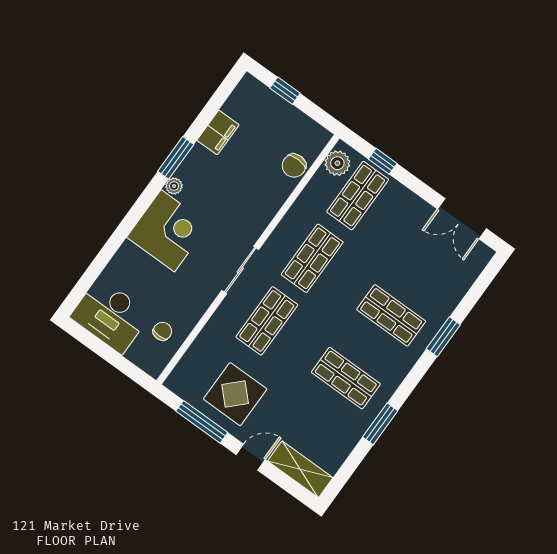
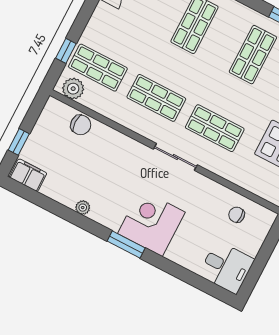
filing cabinet: (218, 132) -> (28, 175), moved
window: (176, 158) -> (126, 245), moved
plant: (174, 186) -> (83, 208), moved
desk: (110, 316) -> (226, 267), width x0.73

